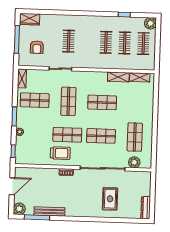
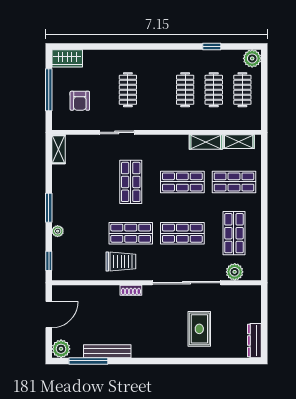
shop shelf: (35, 100) -> (234, 182), moved

